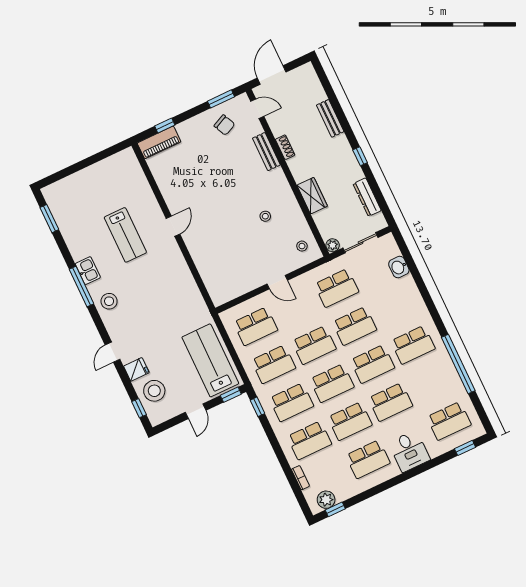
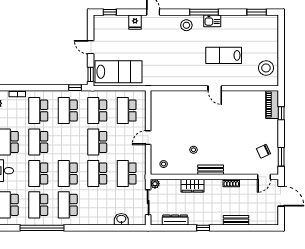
bench: (266, 152) -> (211, 170), moved
school desk: (332, 383) -> (38, 205), moved
stool: (154, 391) -> (266, 68), moved

